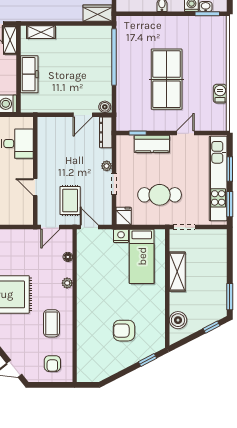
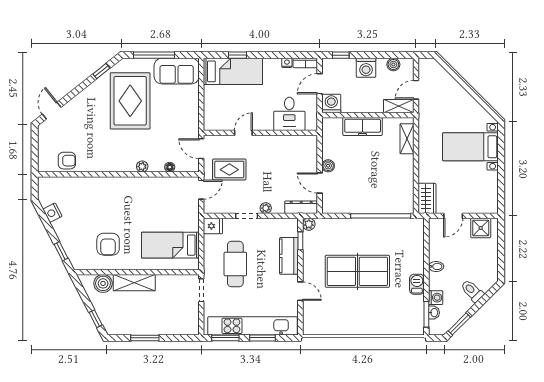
barbecue: (220, 94) -> (417, 284), moved, turned -90
boiler: (105, 107) -> (328, 166), moved
plant: (122, 125) -> (309, 224), added
nightstand: (121, 236) -> (52, 213), moved, turned 153
shelving: (177, 272) -> (134, 283), moved
window: (230, 297) -> (145, 338), moved
coffee table: (51, 323) -> (100, 150), removed
armchair: (124, 331) -> (108, 244), moved, turned 180
armchair: (52, 364) -> (67, 161), moved, turned 180

